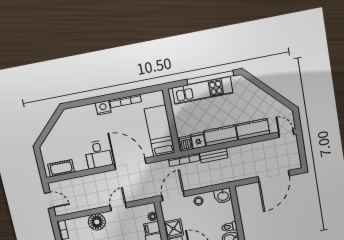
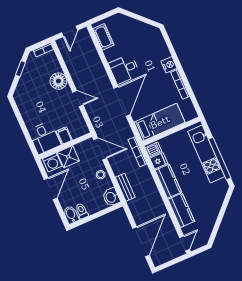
bench: (214, 155) -> (125, 187), moved
door: (274, 176) -> (141, 242), swing flipped
plant: (153, 216) -> (76, 134), removed

